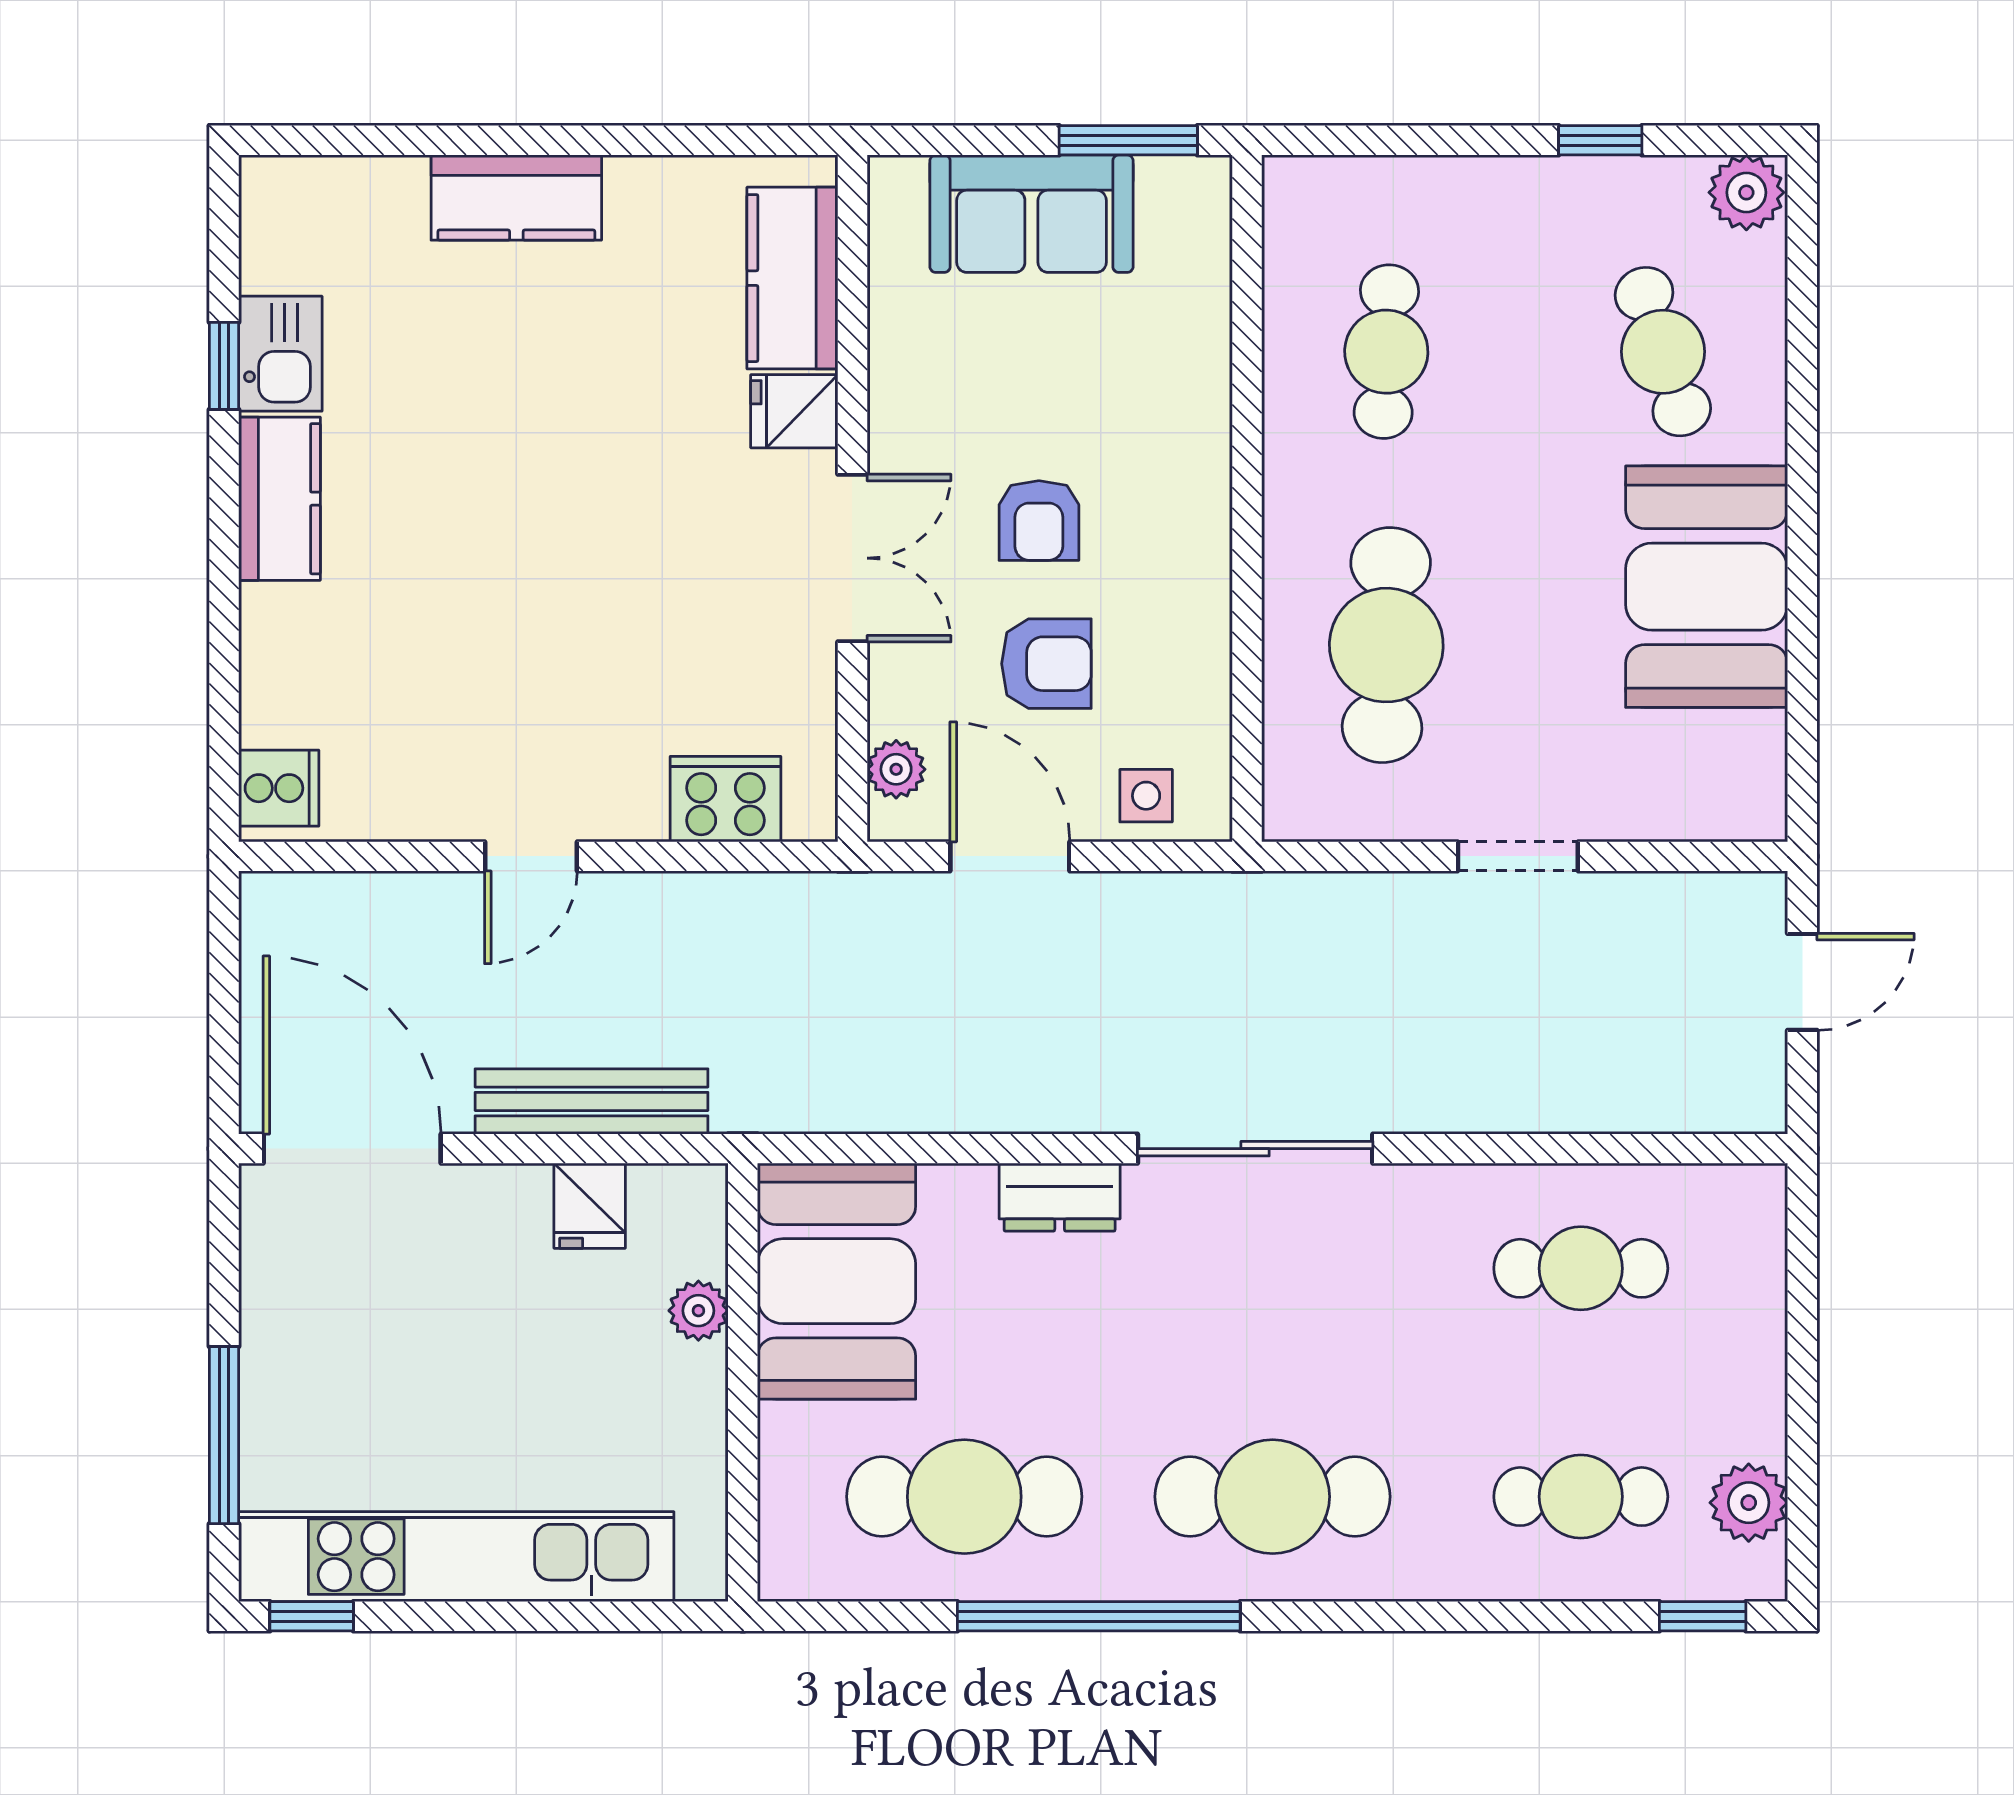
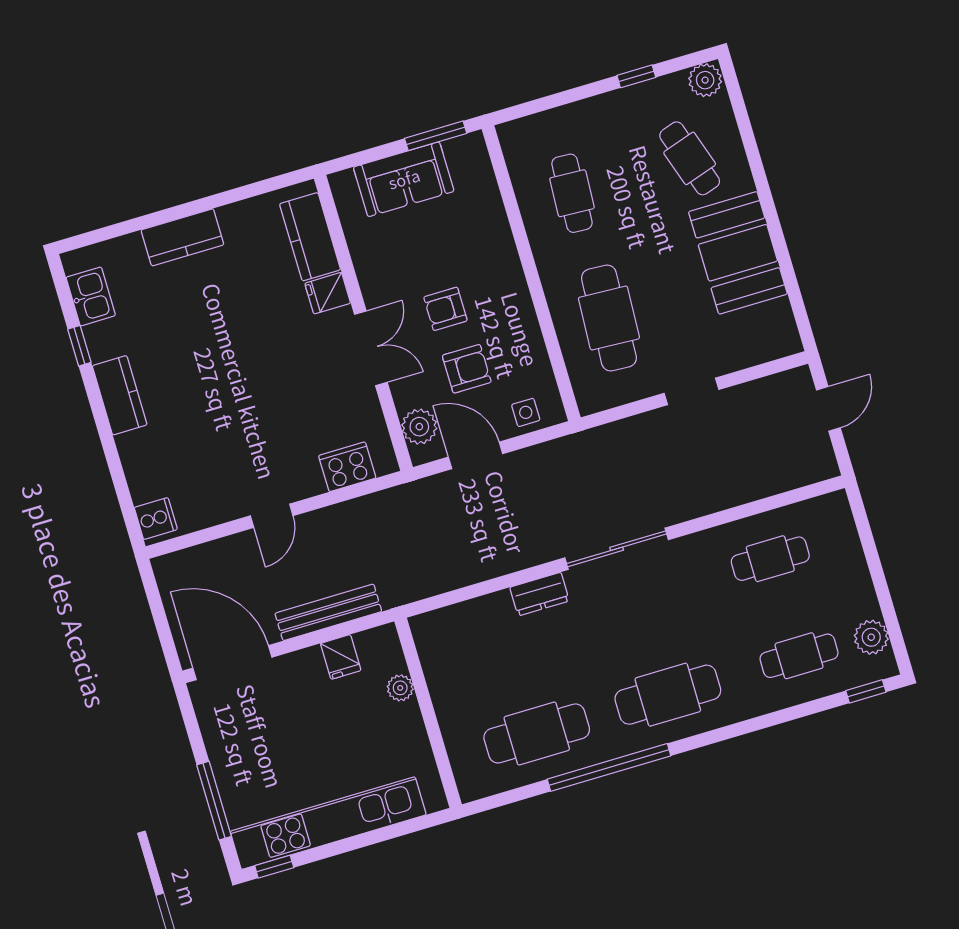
kitchen sink: (280, 354) -> (91, 296), moved
armchair: (1039, 521) -> (445, 309), turned 90
plant: (896, 769) -> (419, 427), width x1.38, depth x1.38
booth: (837, 1281) -> (455, 658), removed

